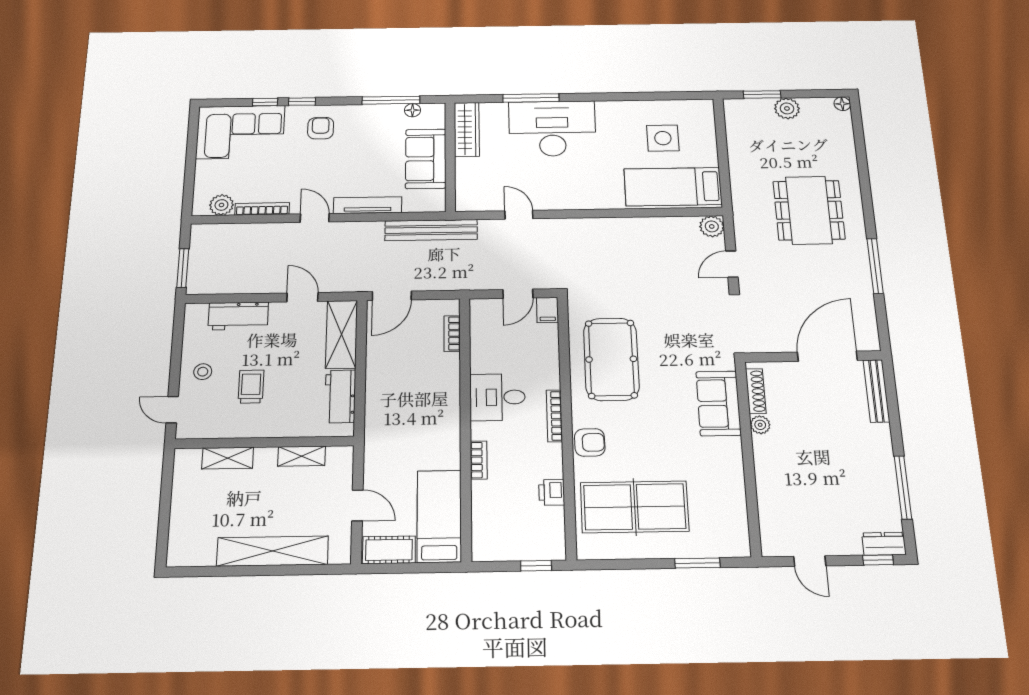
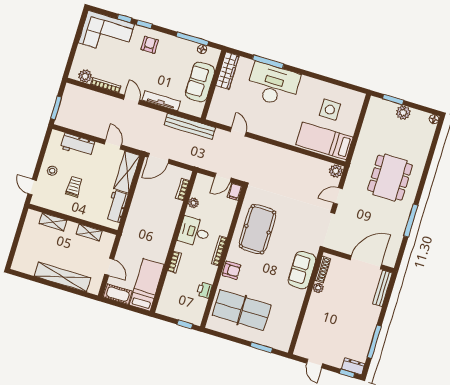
plant: (479, 350) -> (193, 203), added

